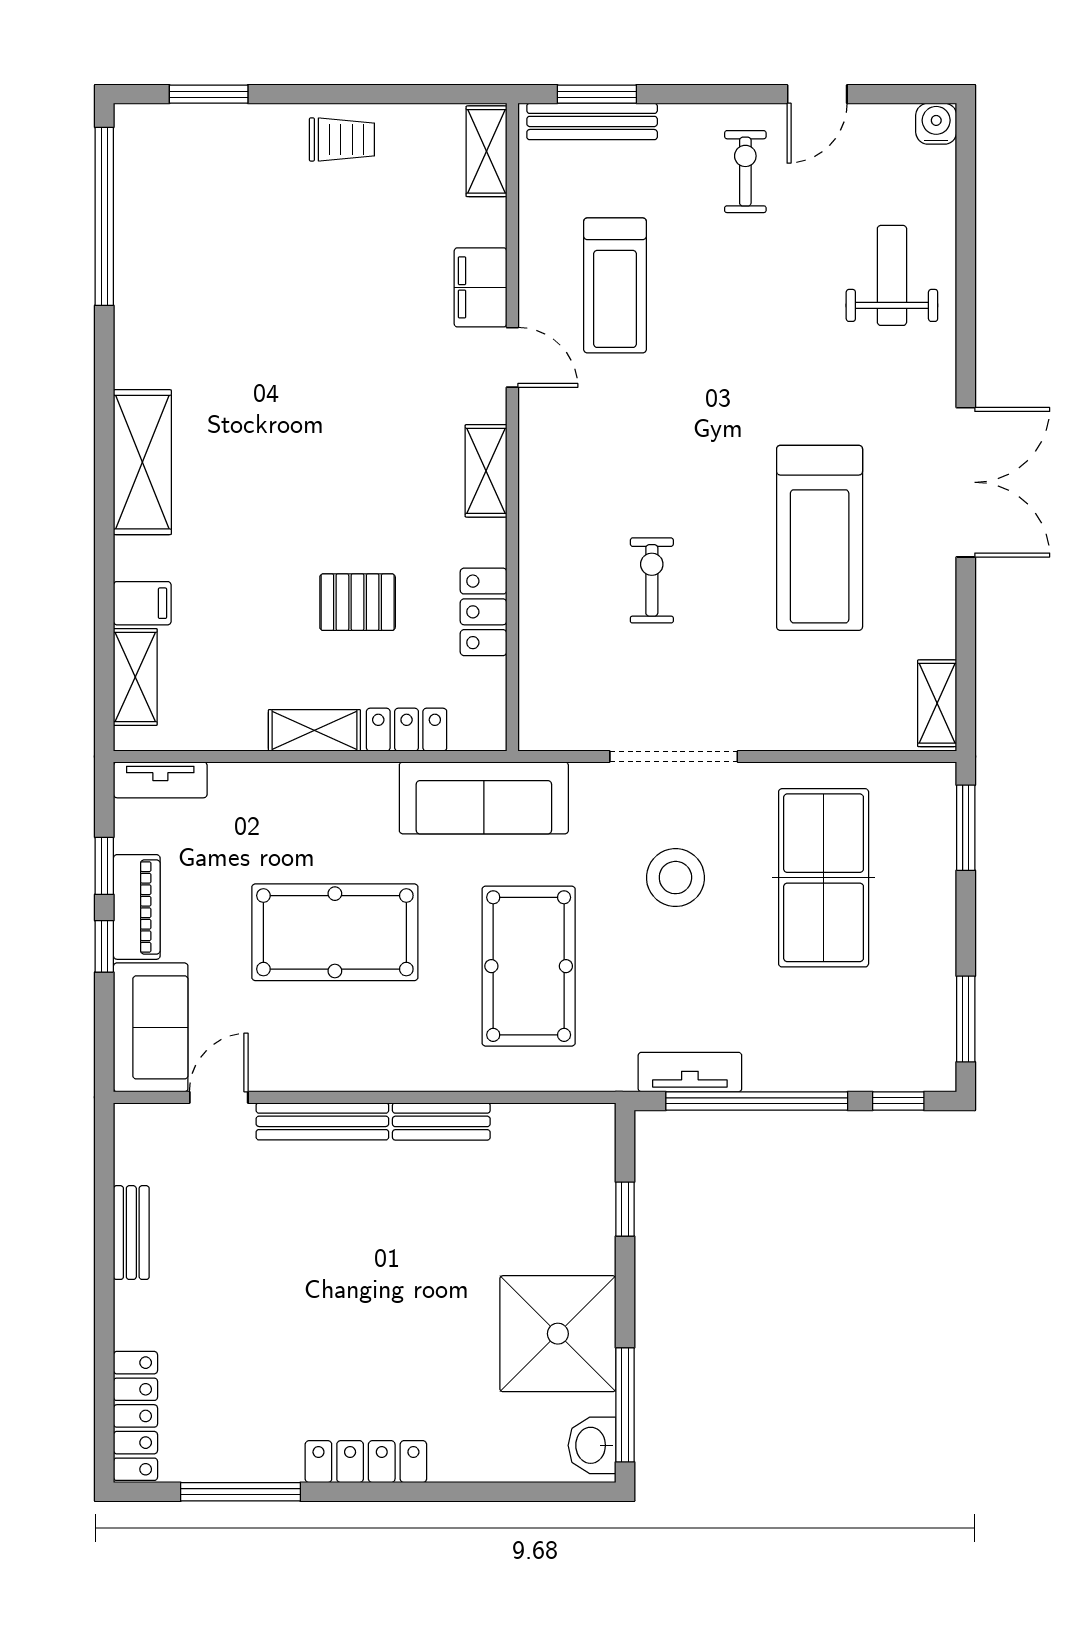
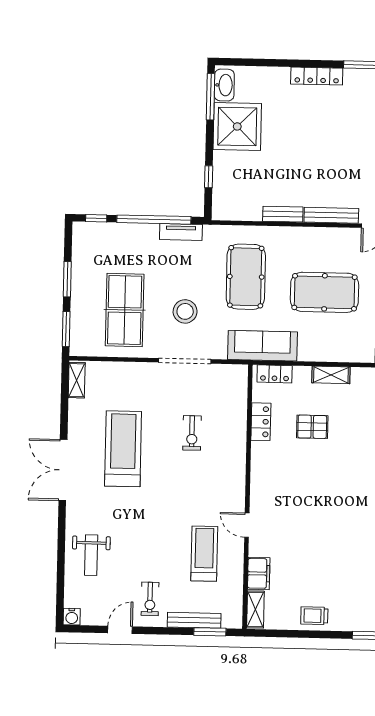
bench: (592, 121) -> (194, 620), moved
filing cabinet: (480, 287) -> (259, 573), moved
shelving: (486, 471) -> (259, 479), removed
locker: (407, 730) -> (275, 374), moved
window: (966, 1019) -> (67, 279), moved
washbasin: (592, 1445) -> (224, 85), width x1.38

